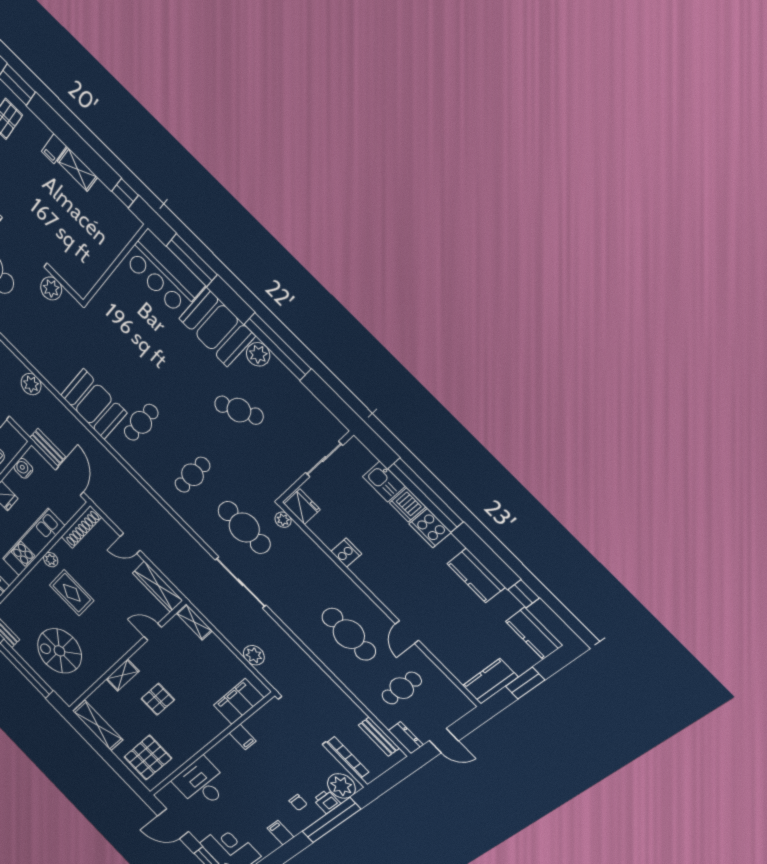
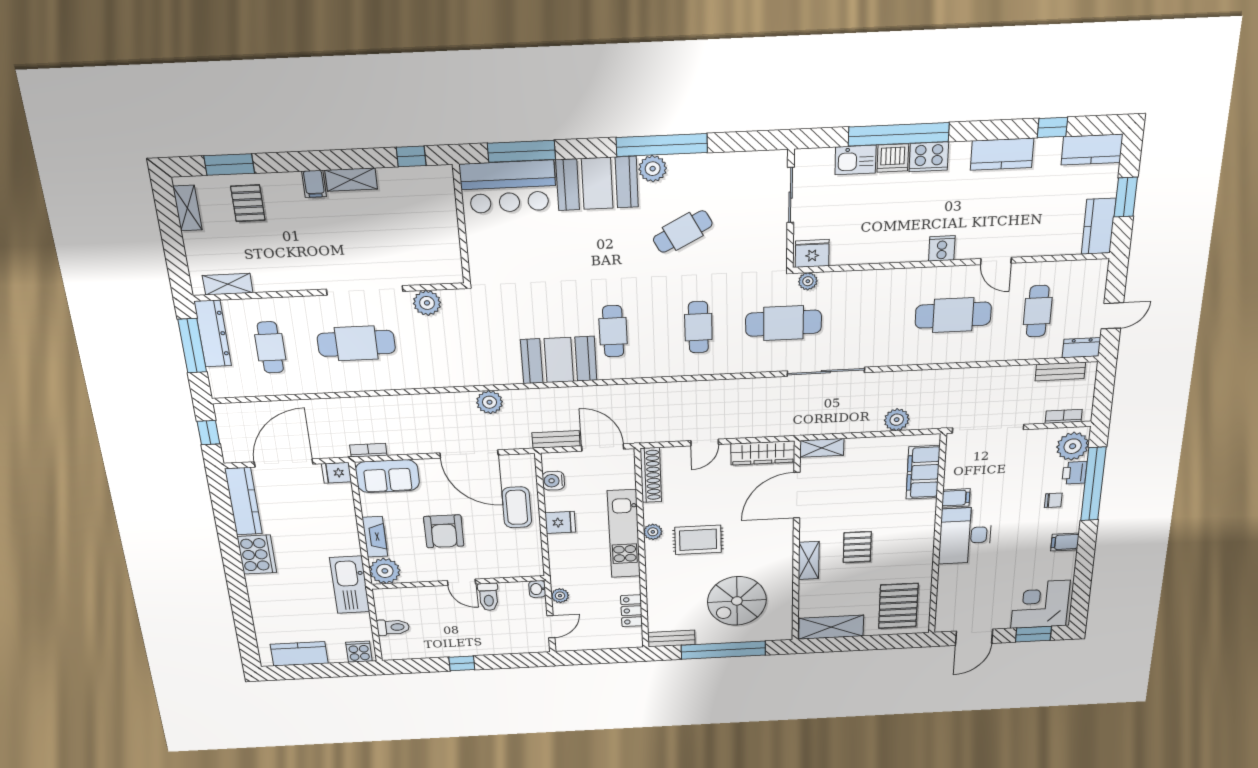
cooker: (346, 553) -> (942, 248), moved
door: (153, 632) -> (797, 495), width x1.87
bookcase: (348, 757) -> (1064, 416), width x0.64
desk: (201, 783) -> (965, 535), moved

